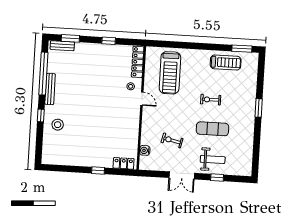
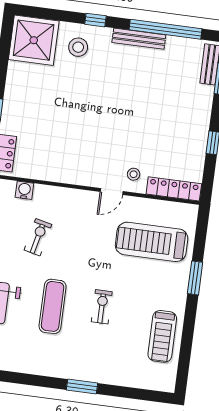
window: (242, 49) -> (195, 278), moved
shower: (55, 151) -> (34, 40), added

